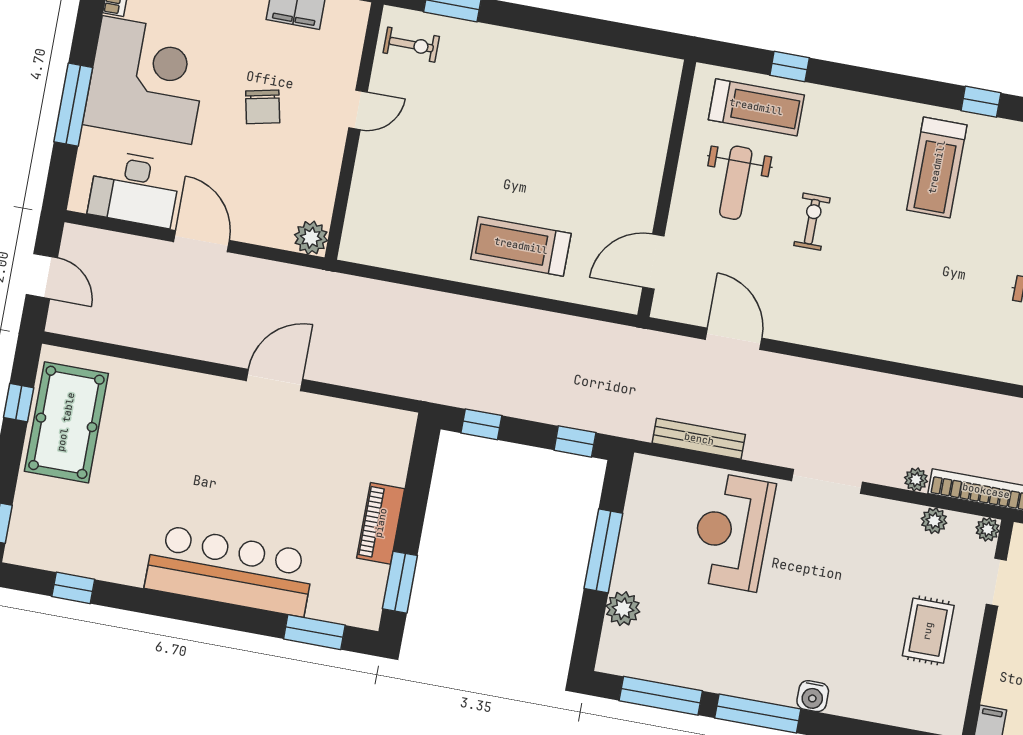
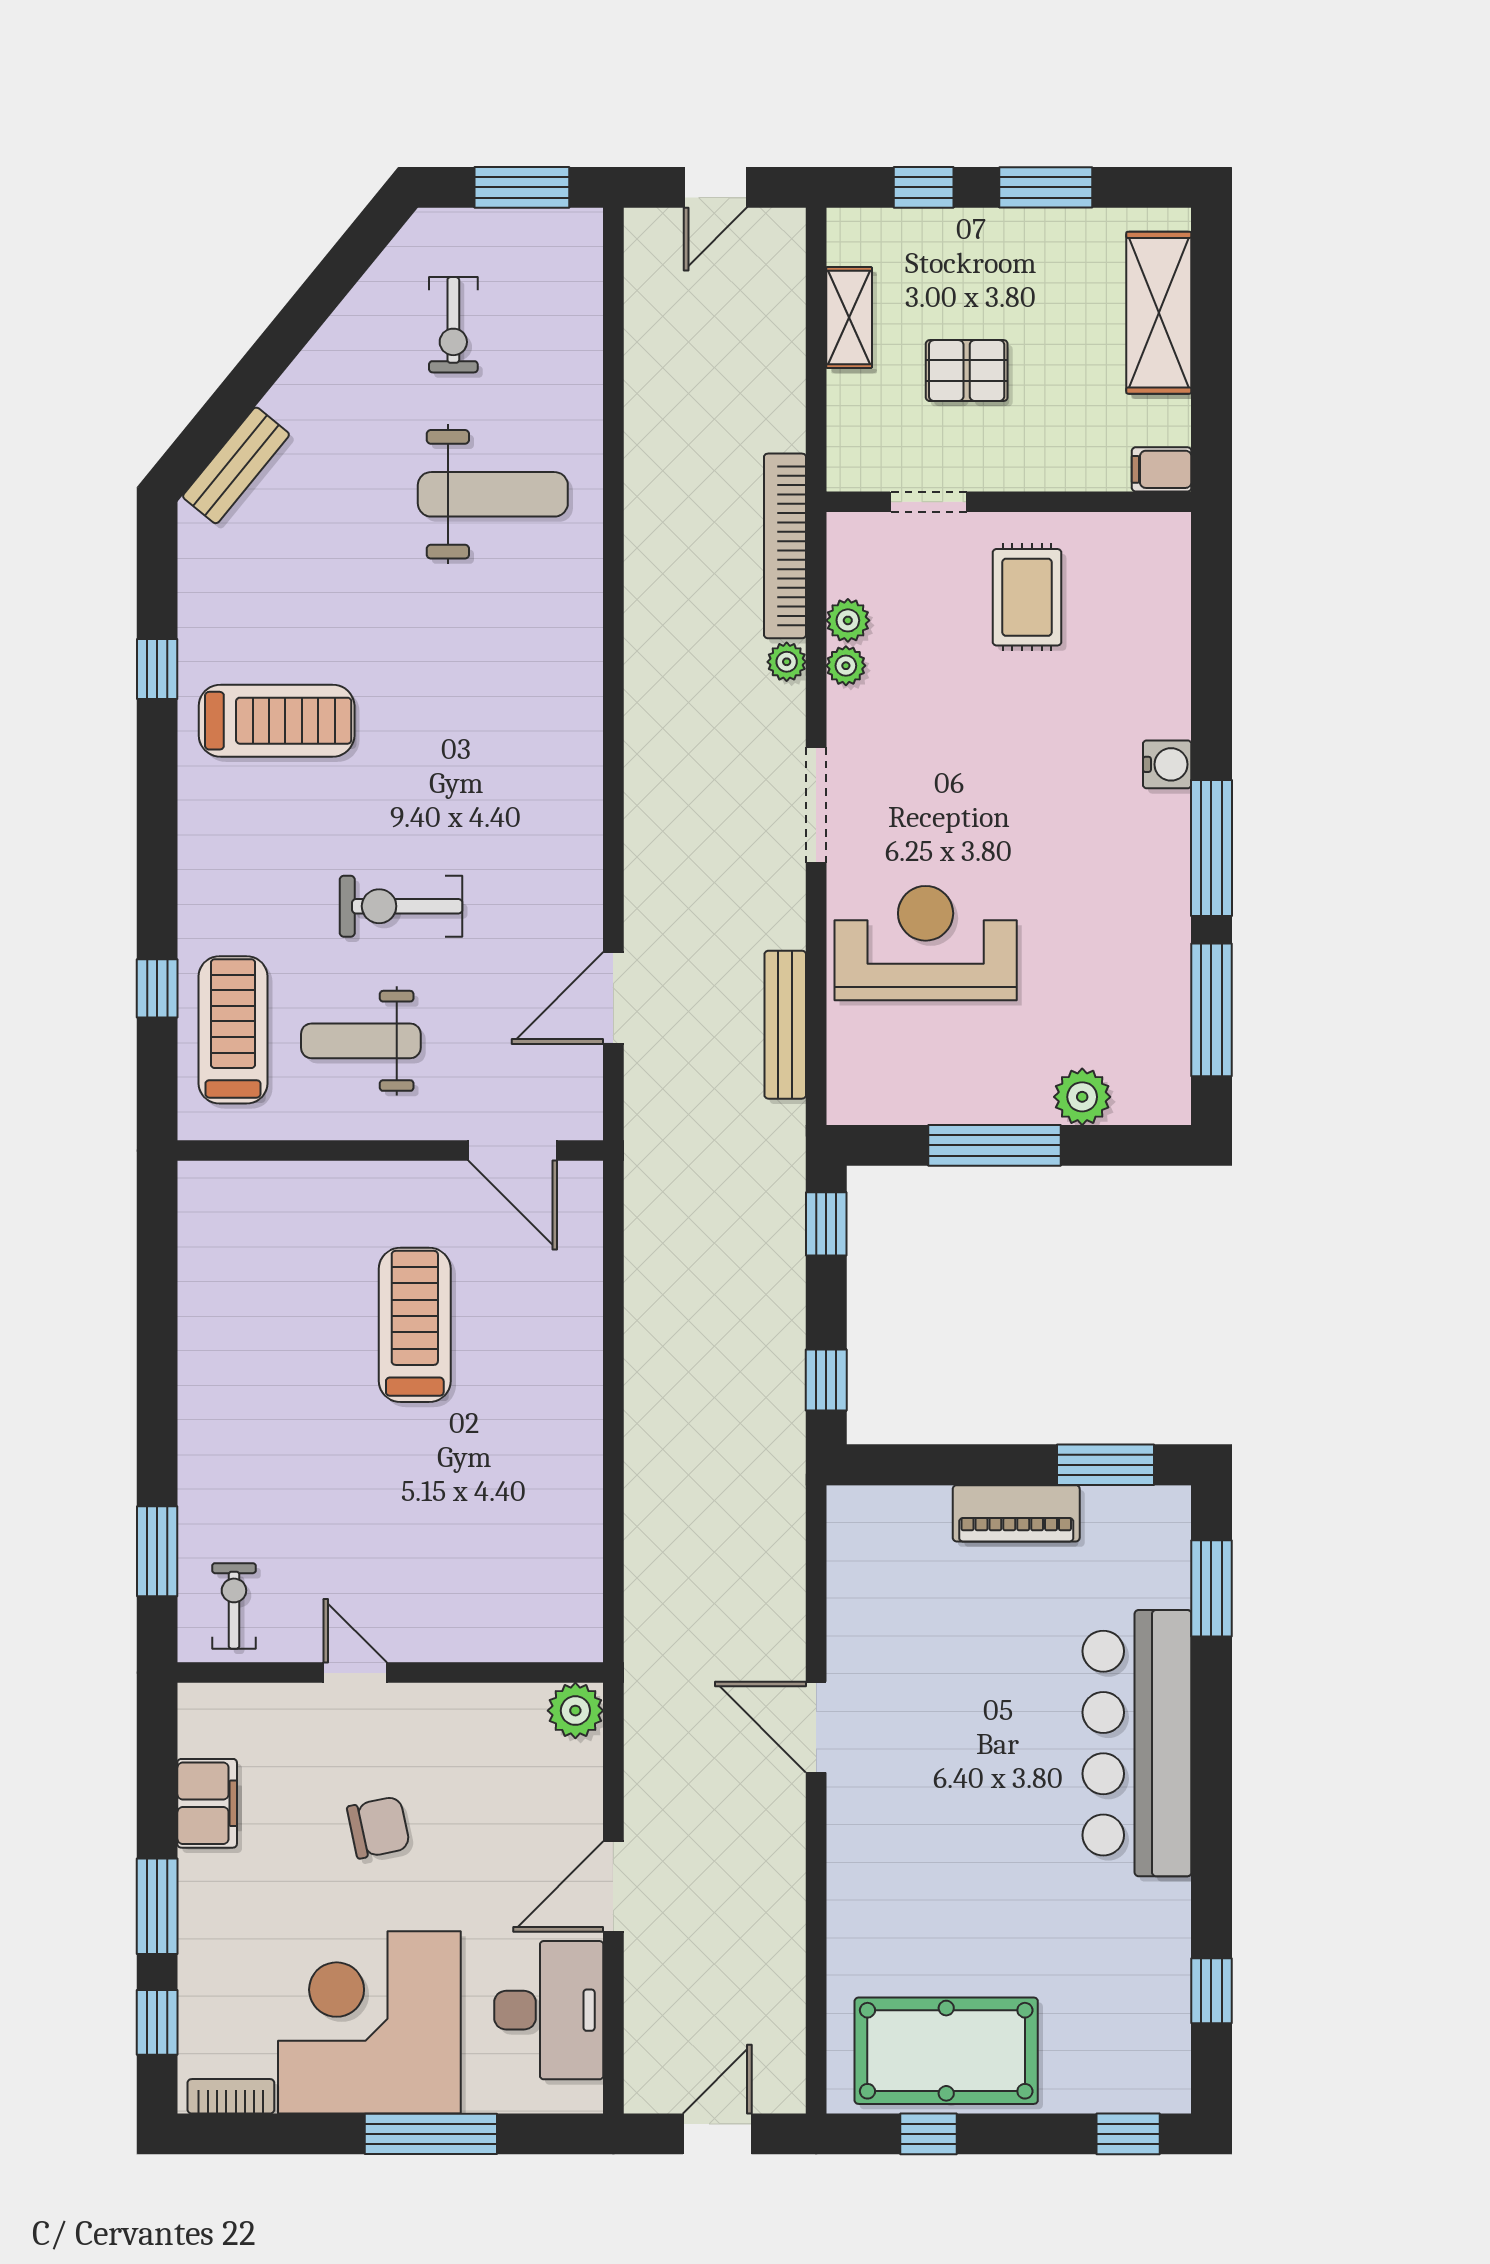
weight bench: (736, 183) -> (361, 1041), turned 180
exercise bike: (812, 222) -> (401, 906), width x1.38, depth x1.39
treadmill: (521, 246) -> (415, 1325), moved, turned 180
plant: (988, 529) -> (846, 666), moved
reception desk: (732, 532) -> (926, 943), turned 180
rug: (928, 631) -> (1027, 597), turned 90

